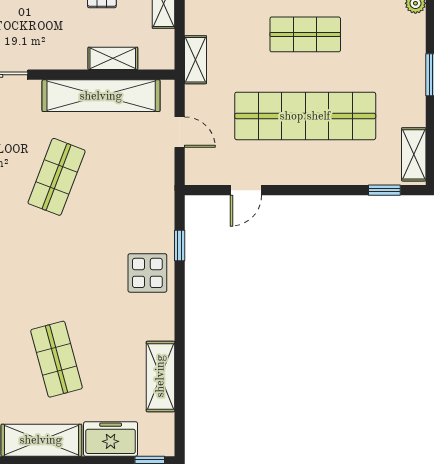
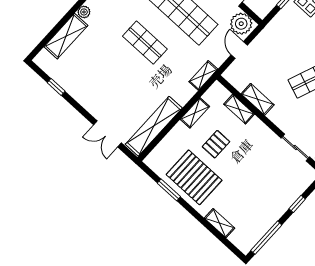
shelving: (101, 96) -> (258, 99), width x0.45, depth x0.75
plant: (207, 167) -> (241, 24), added

